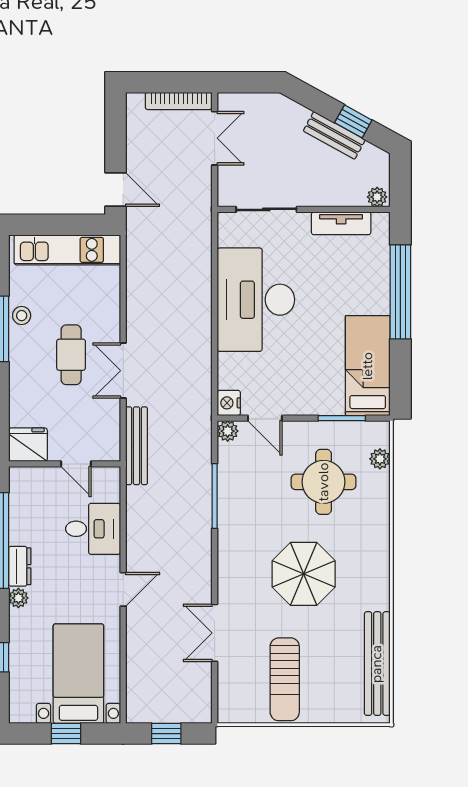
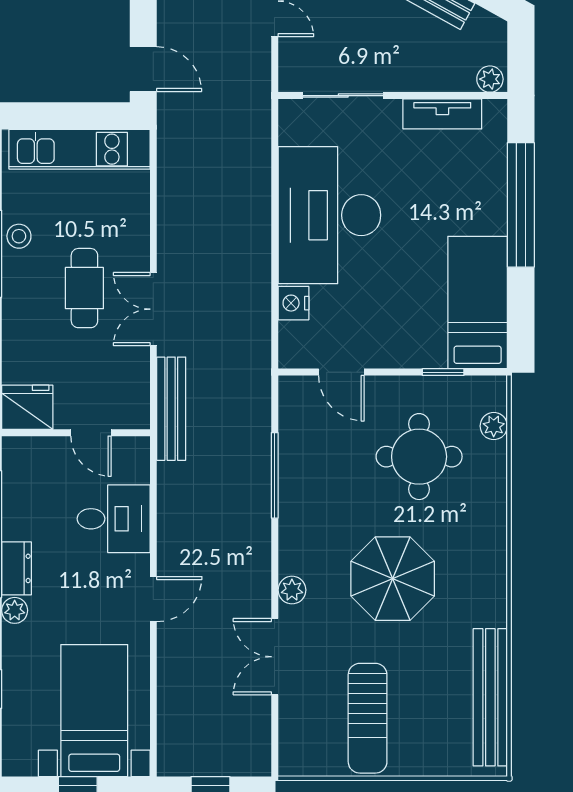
nightstand: (229, 403) -> (293, 303), moved
window: (342, 418) -> (443, 372), width x0.67
plant: (228, 431) -> (292, 590), moved

